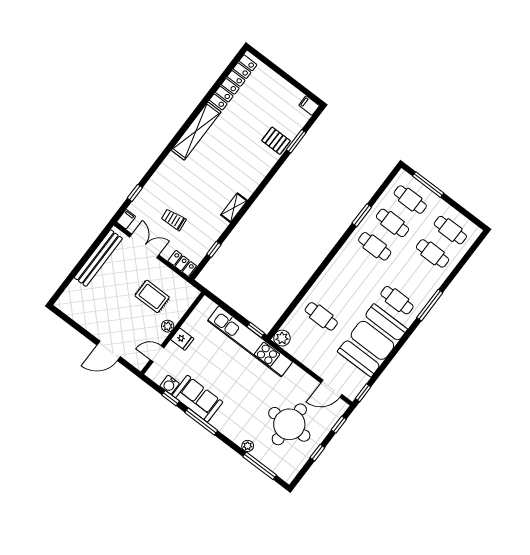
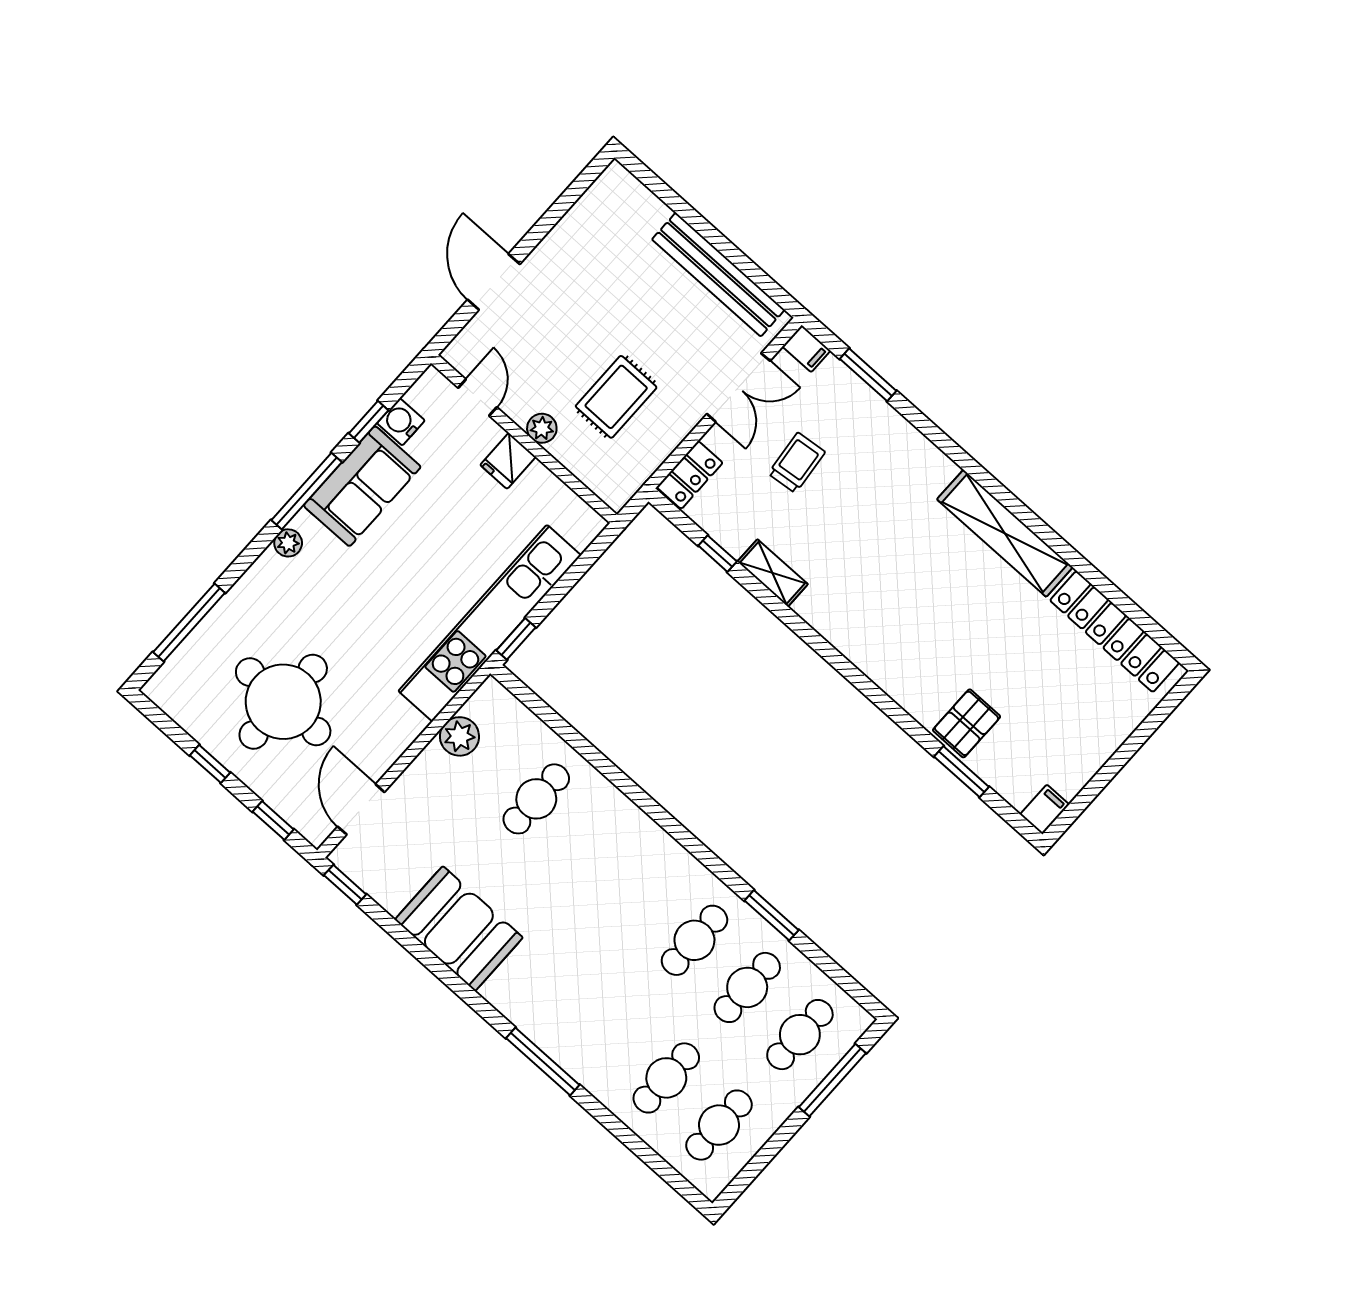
window: (135, 193) -> (868, 375), width x1.50
shelving: (234, 208) -> (773, 573), moved
cafe table: (397, 300) -> (561, 984), removed
plant: (282, 338) -> (459, 736), moved
booth: (372, 340) -> (459, 929), width x0.73, depth x0.70
plant: (248, 446) -> (288, 543), moved

